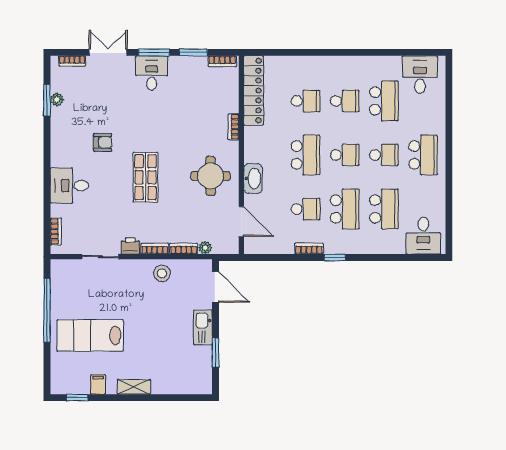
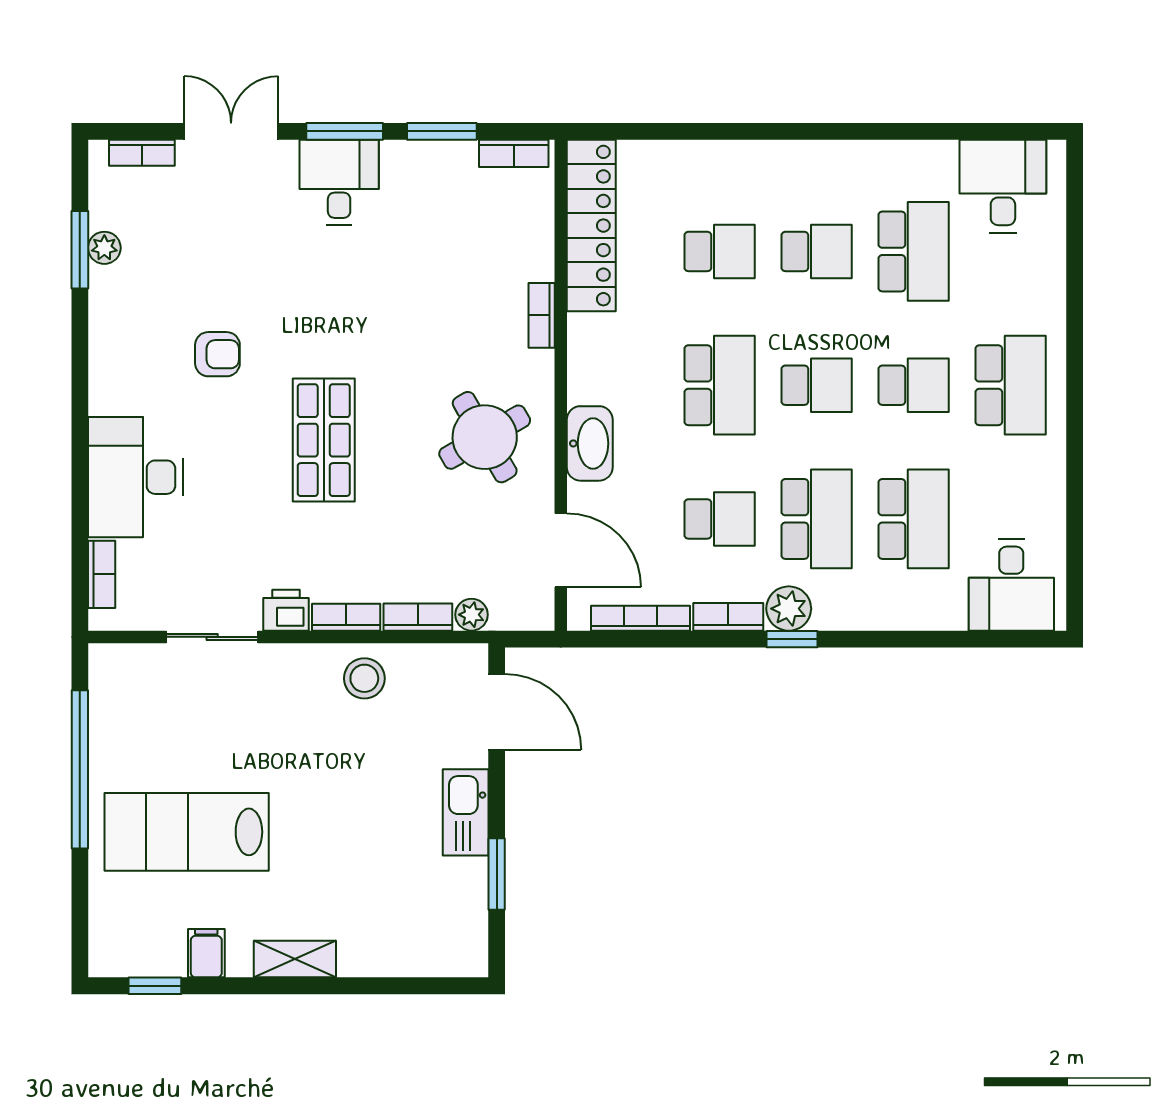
round table: (211, 176) -> (485, 437), turned -30
desk: (69, 186) -> (135, 477), width x1.37
plant: (333, 245) -> (789, 609), added
bookcase: (274, 249) -> (641, 618), added

